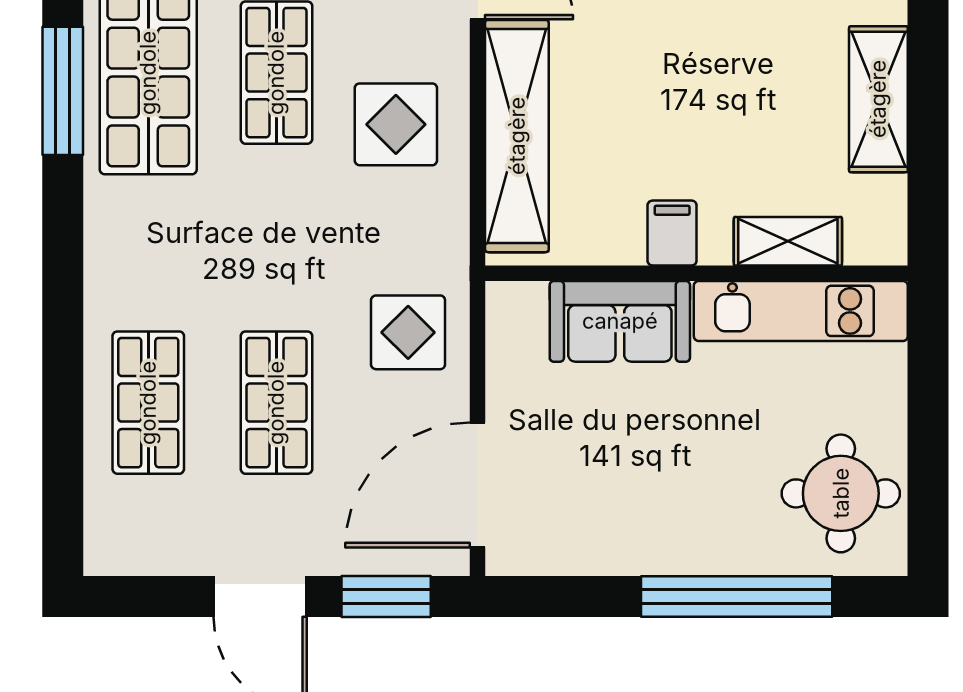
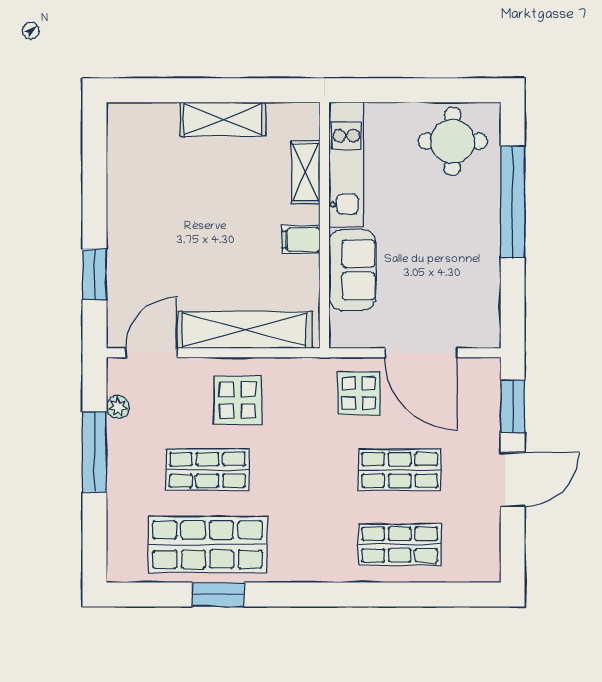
window: (63, 91) -> (218, 594), width x0.69
door: (478, 485) -> (421, 353), moved

